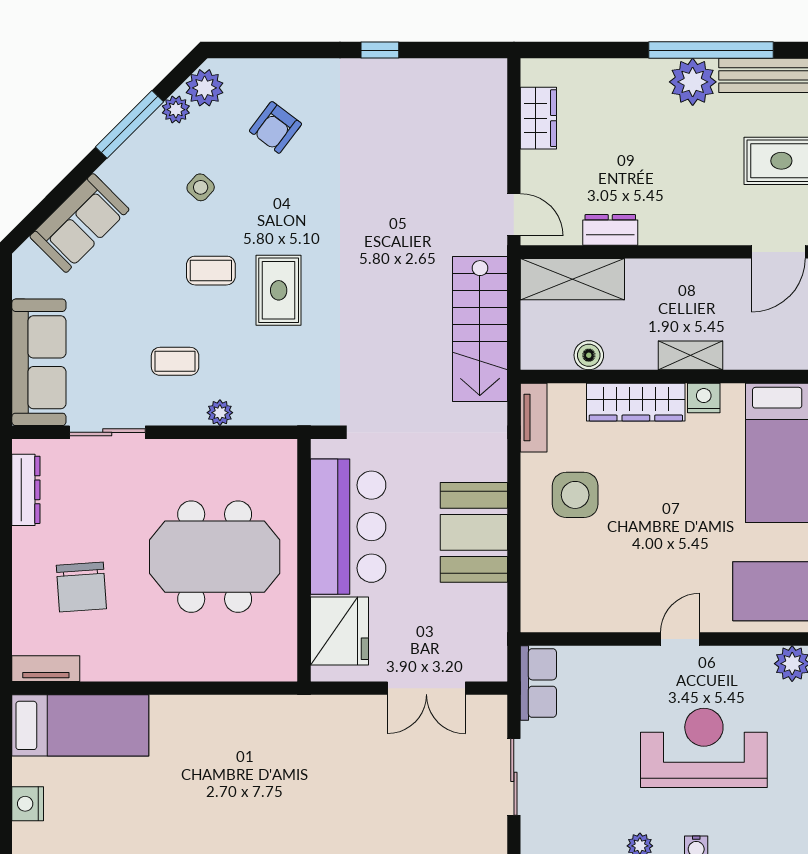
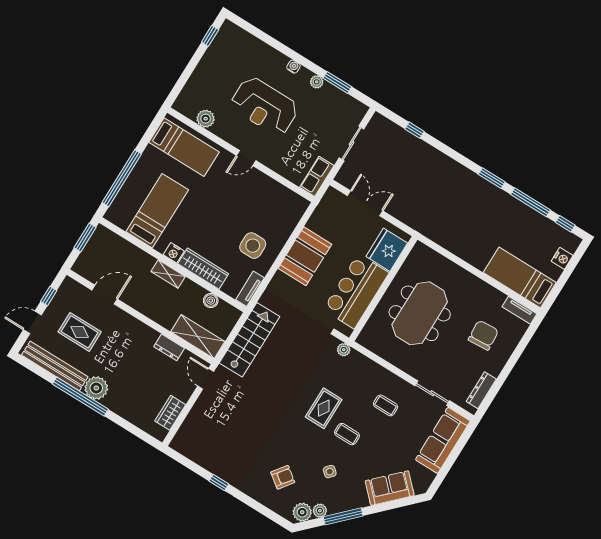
plant: (220, 413) -> (344, 350), moved
meeting table: (215, 557) -> (420, 313), turned 90

